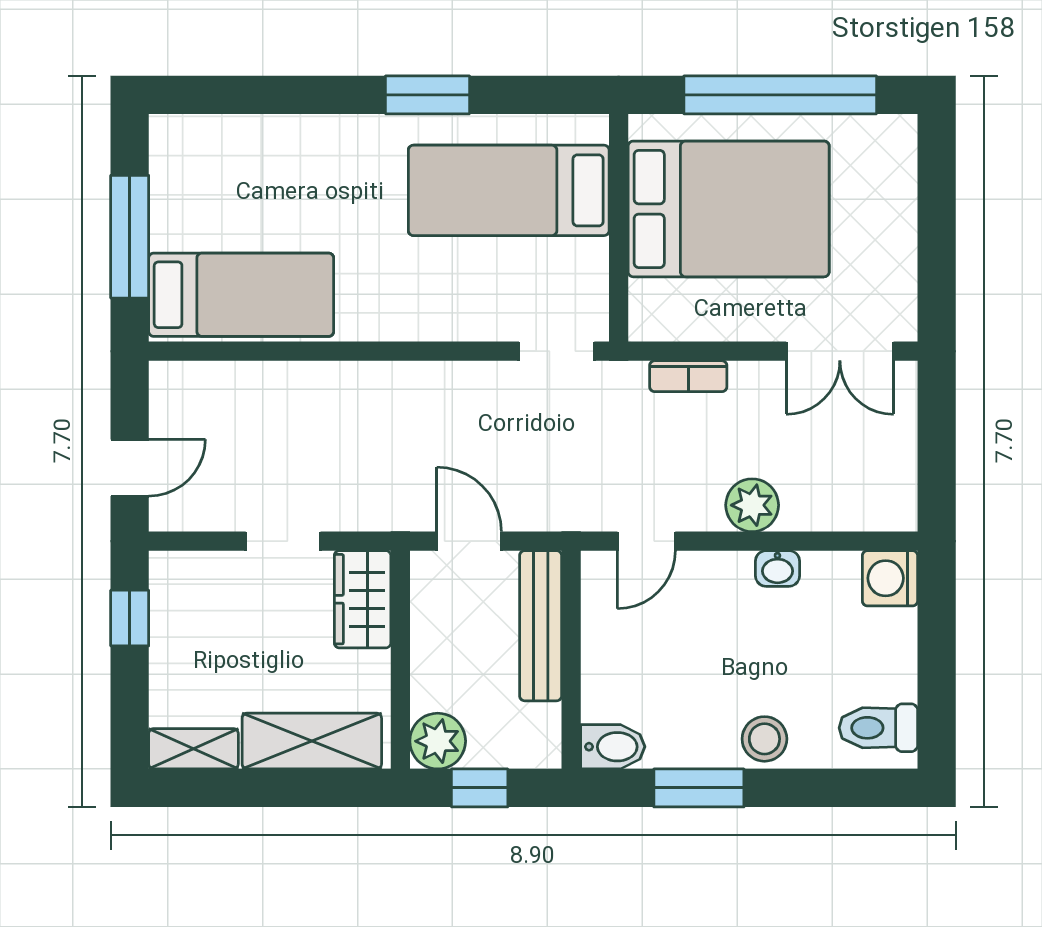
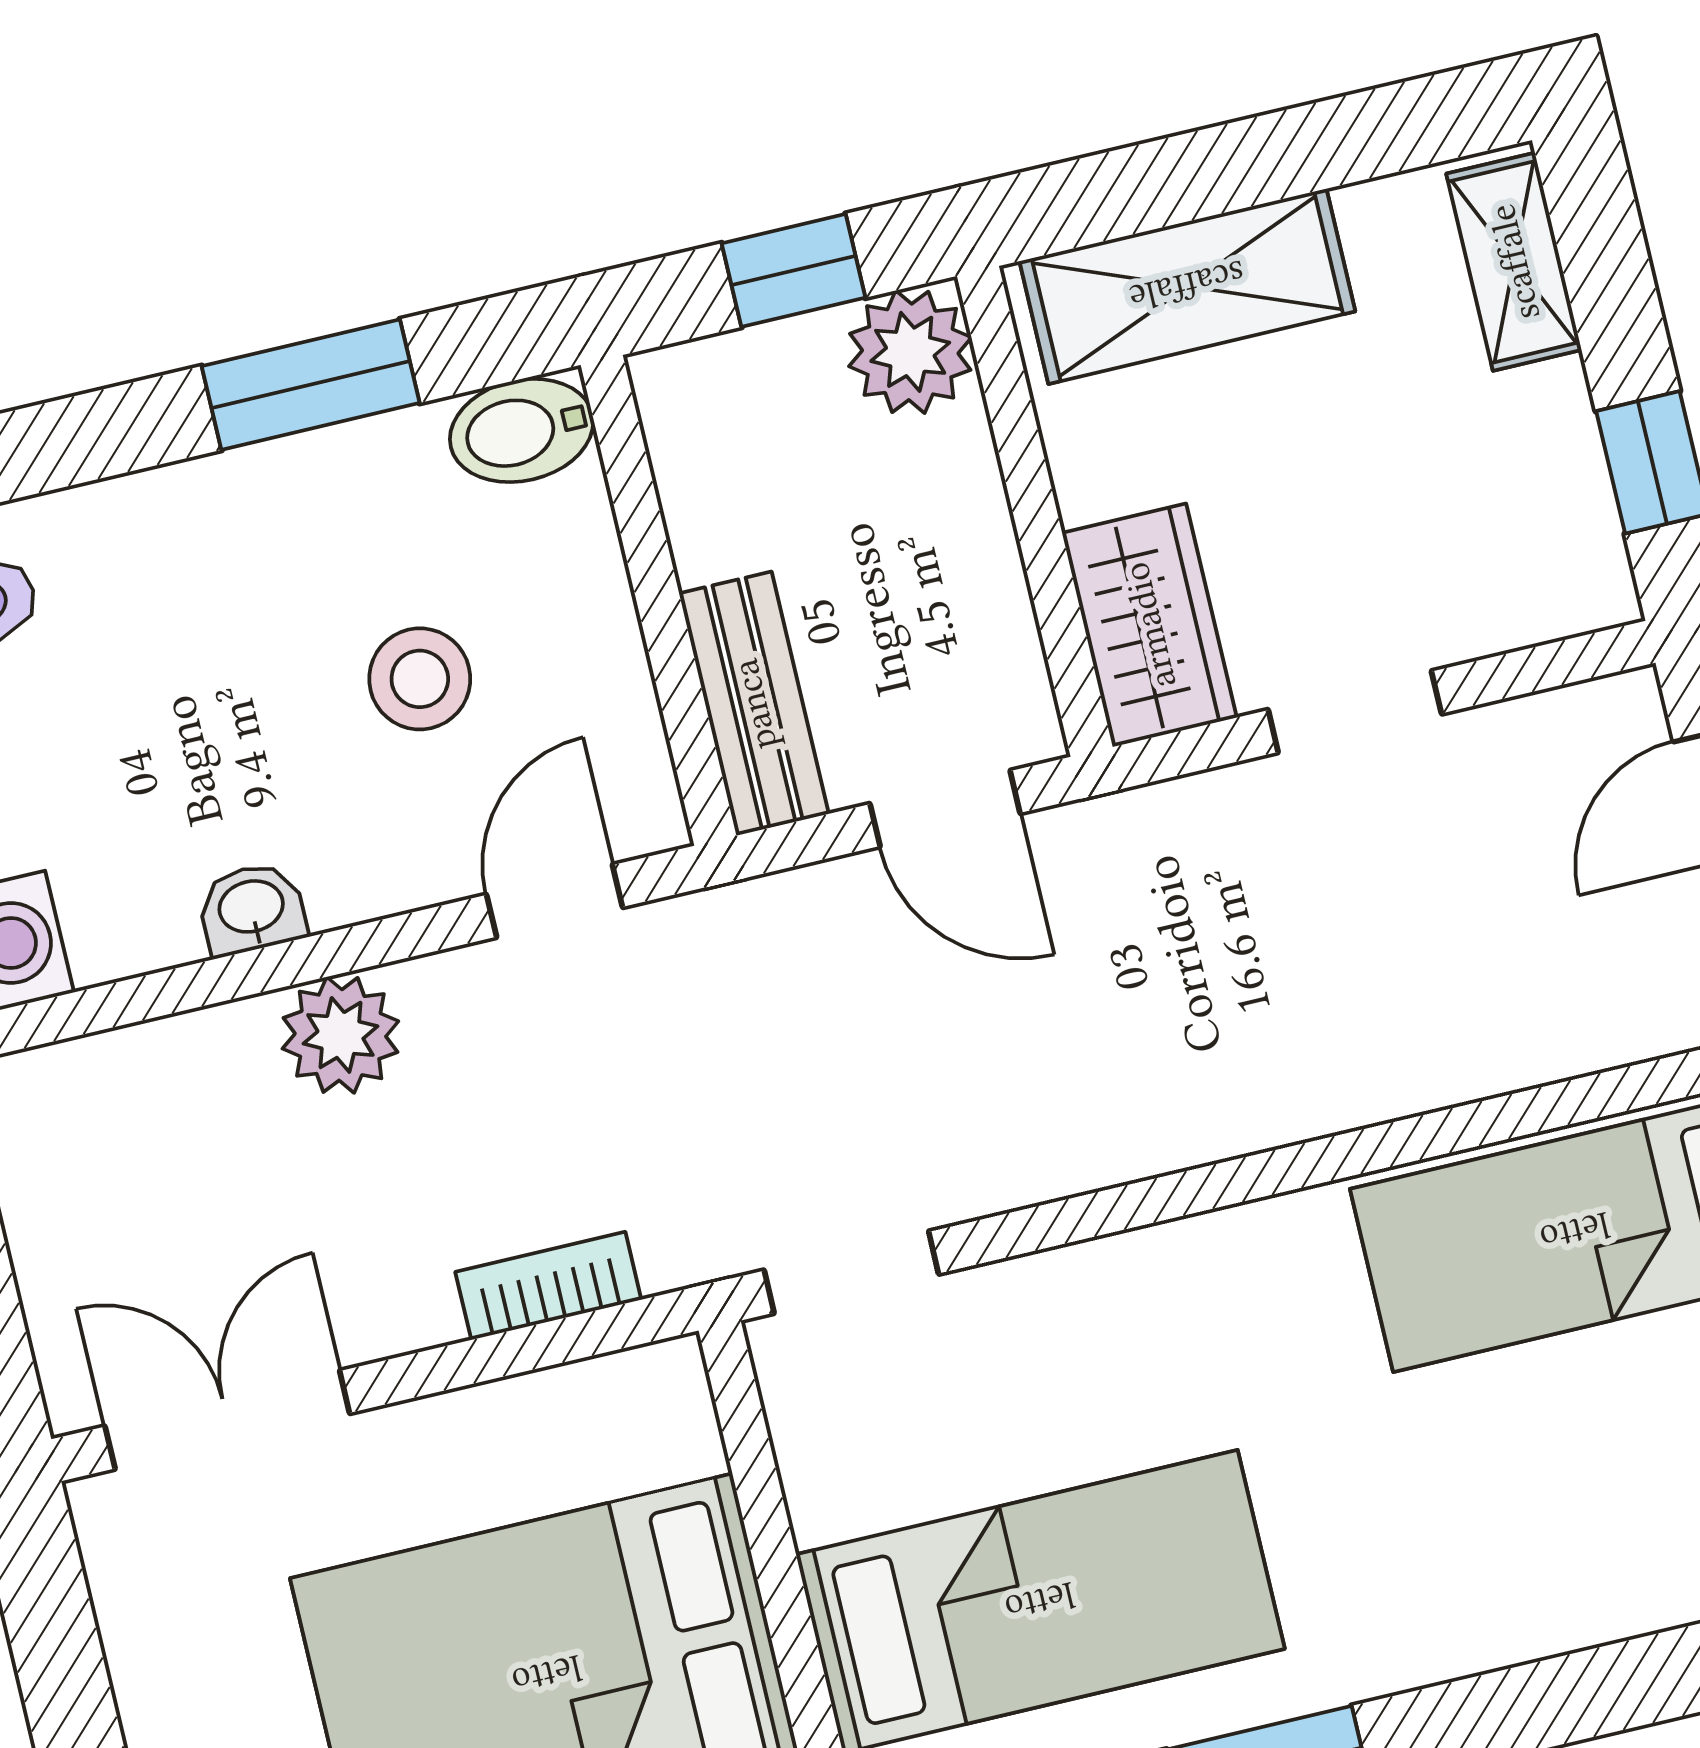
bench: (541, 626) -> (754, 704), width x0.73
stool: (764, 739) -> (420, 679), moved
shelving: (193, 749) -> (1514, 262), moved, turned 90

